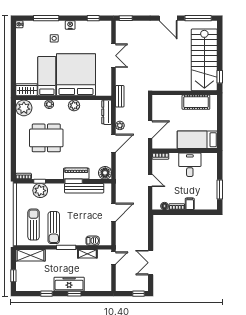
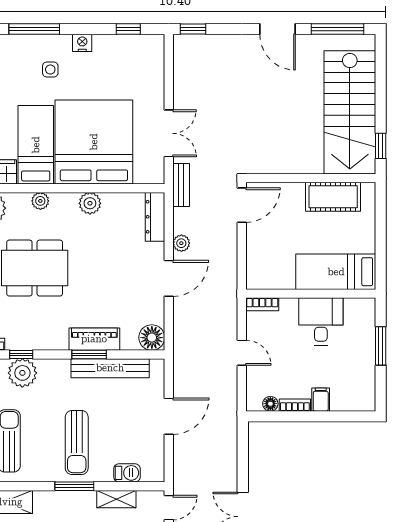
double door: (114, 56) -> (169, 133), moved
door: (150, 130) -> (242, 205), moved
window: (220, 190) -> (381, 346), moved
sun lounger: (54, 228) -> (77, 443), moved

